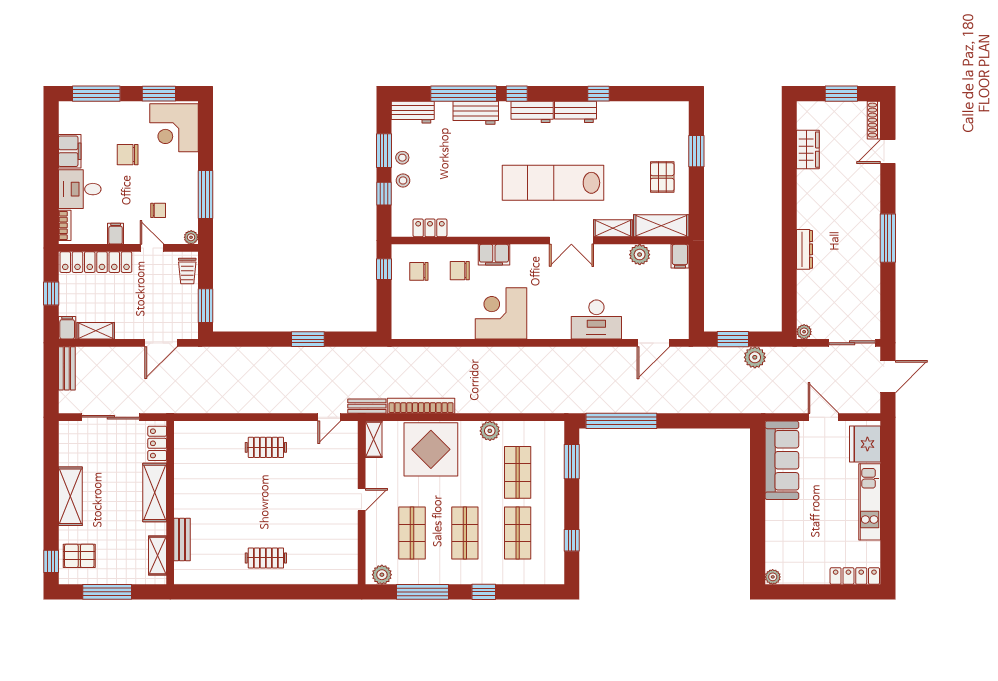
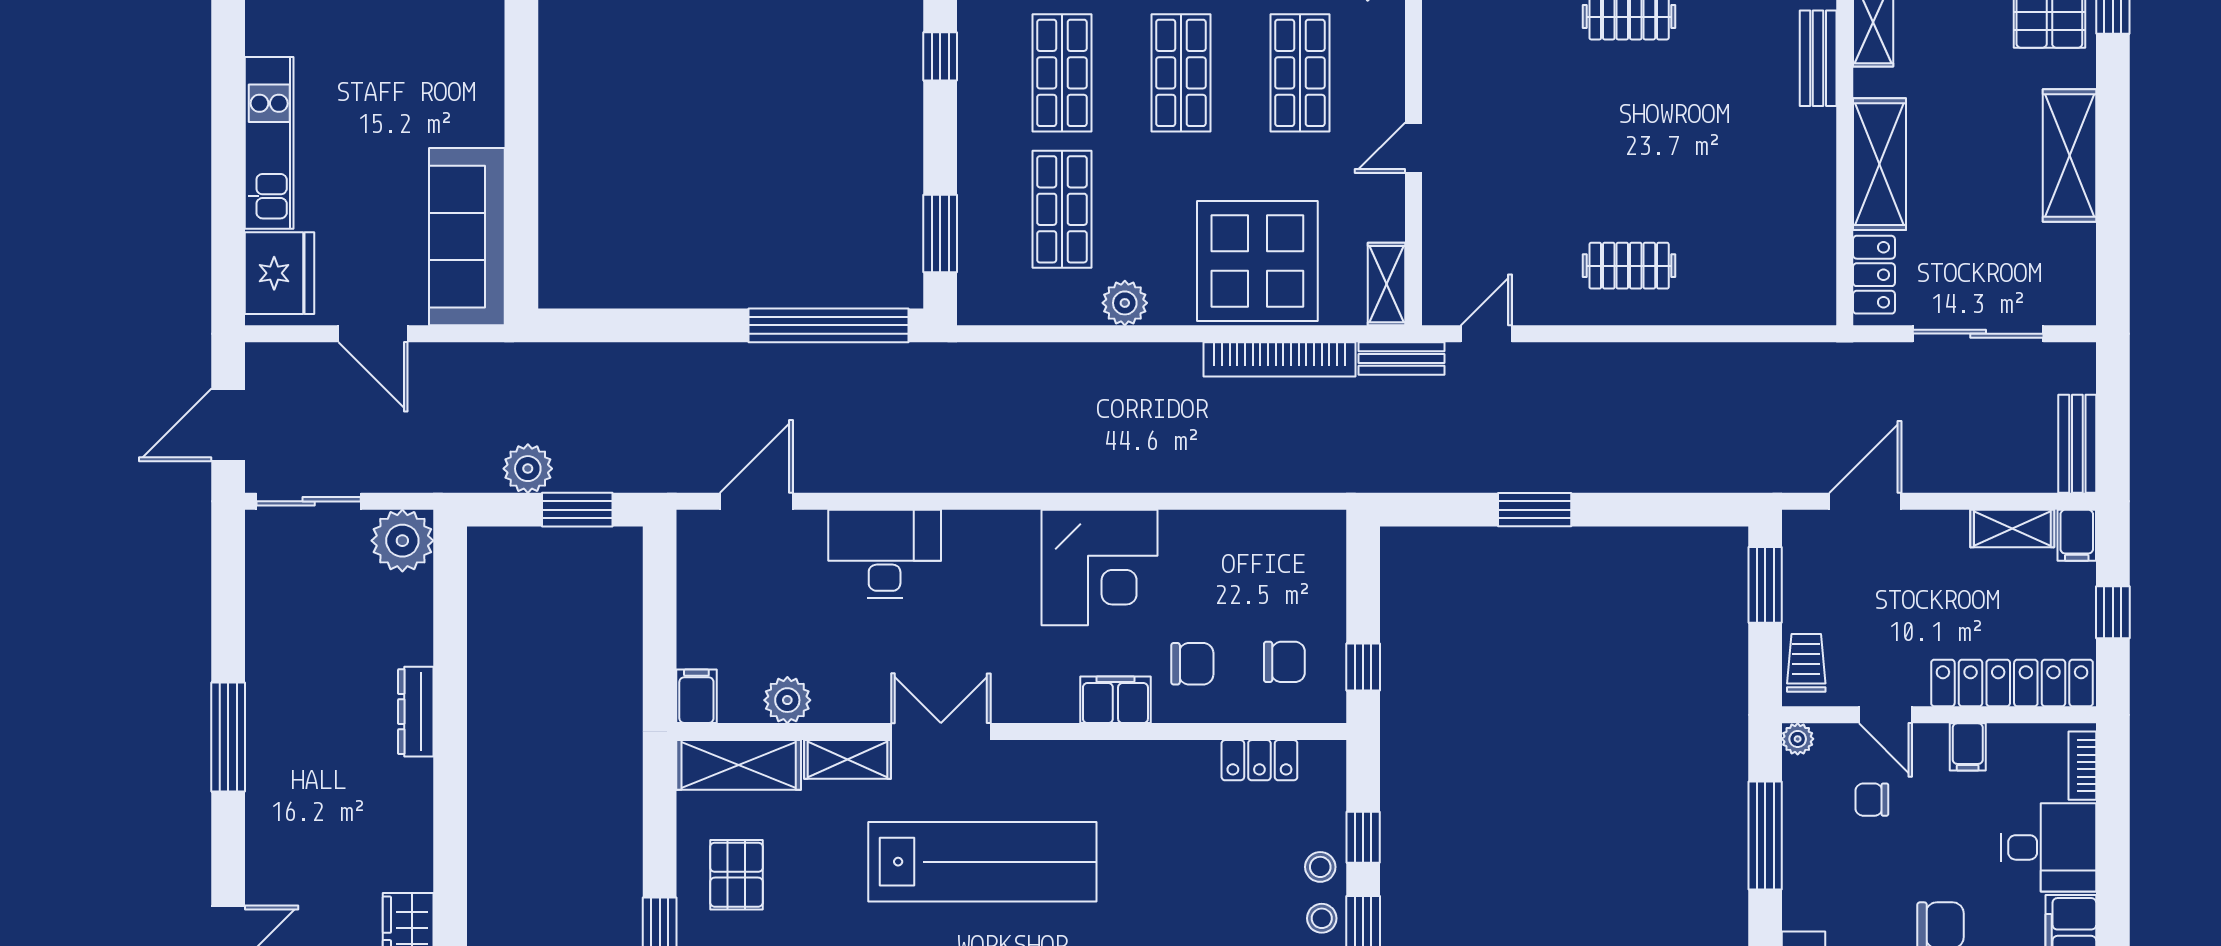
plant: (804, 332) -> (402, 541), width x1.88, depth x1.88

